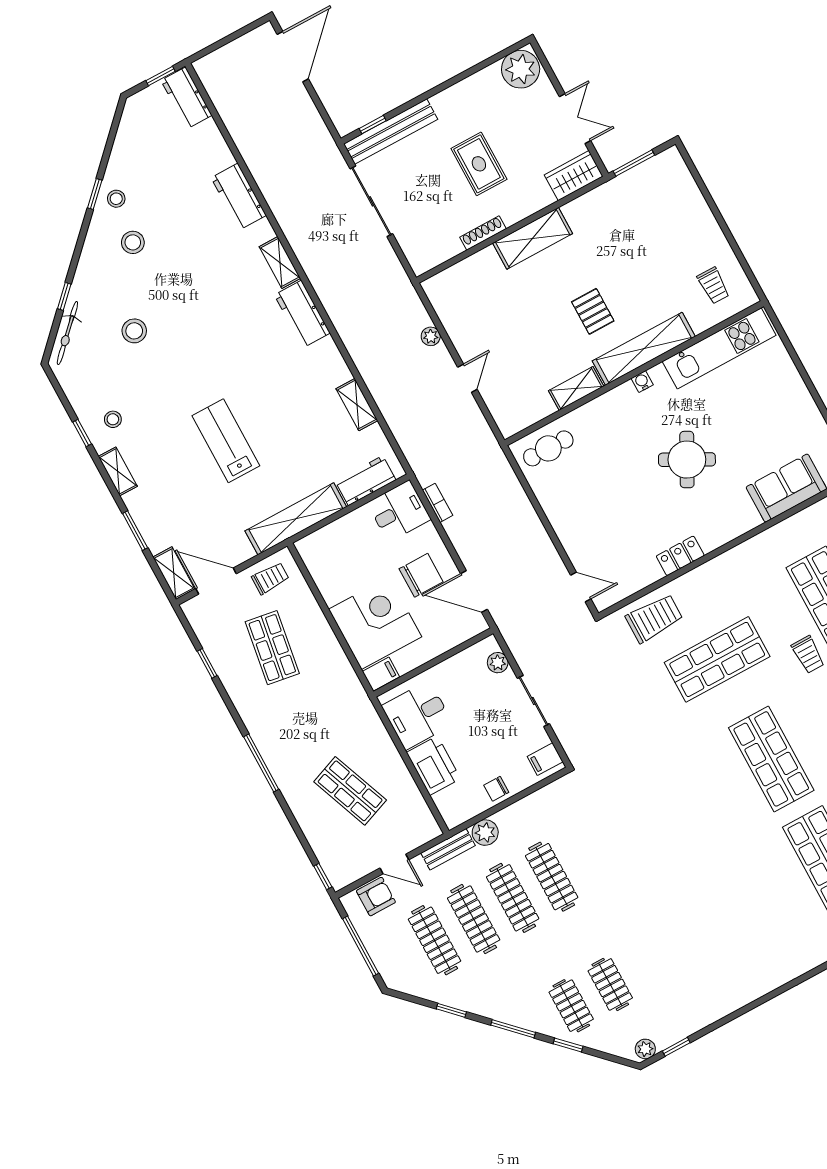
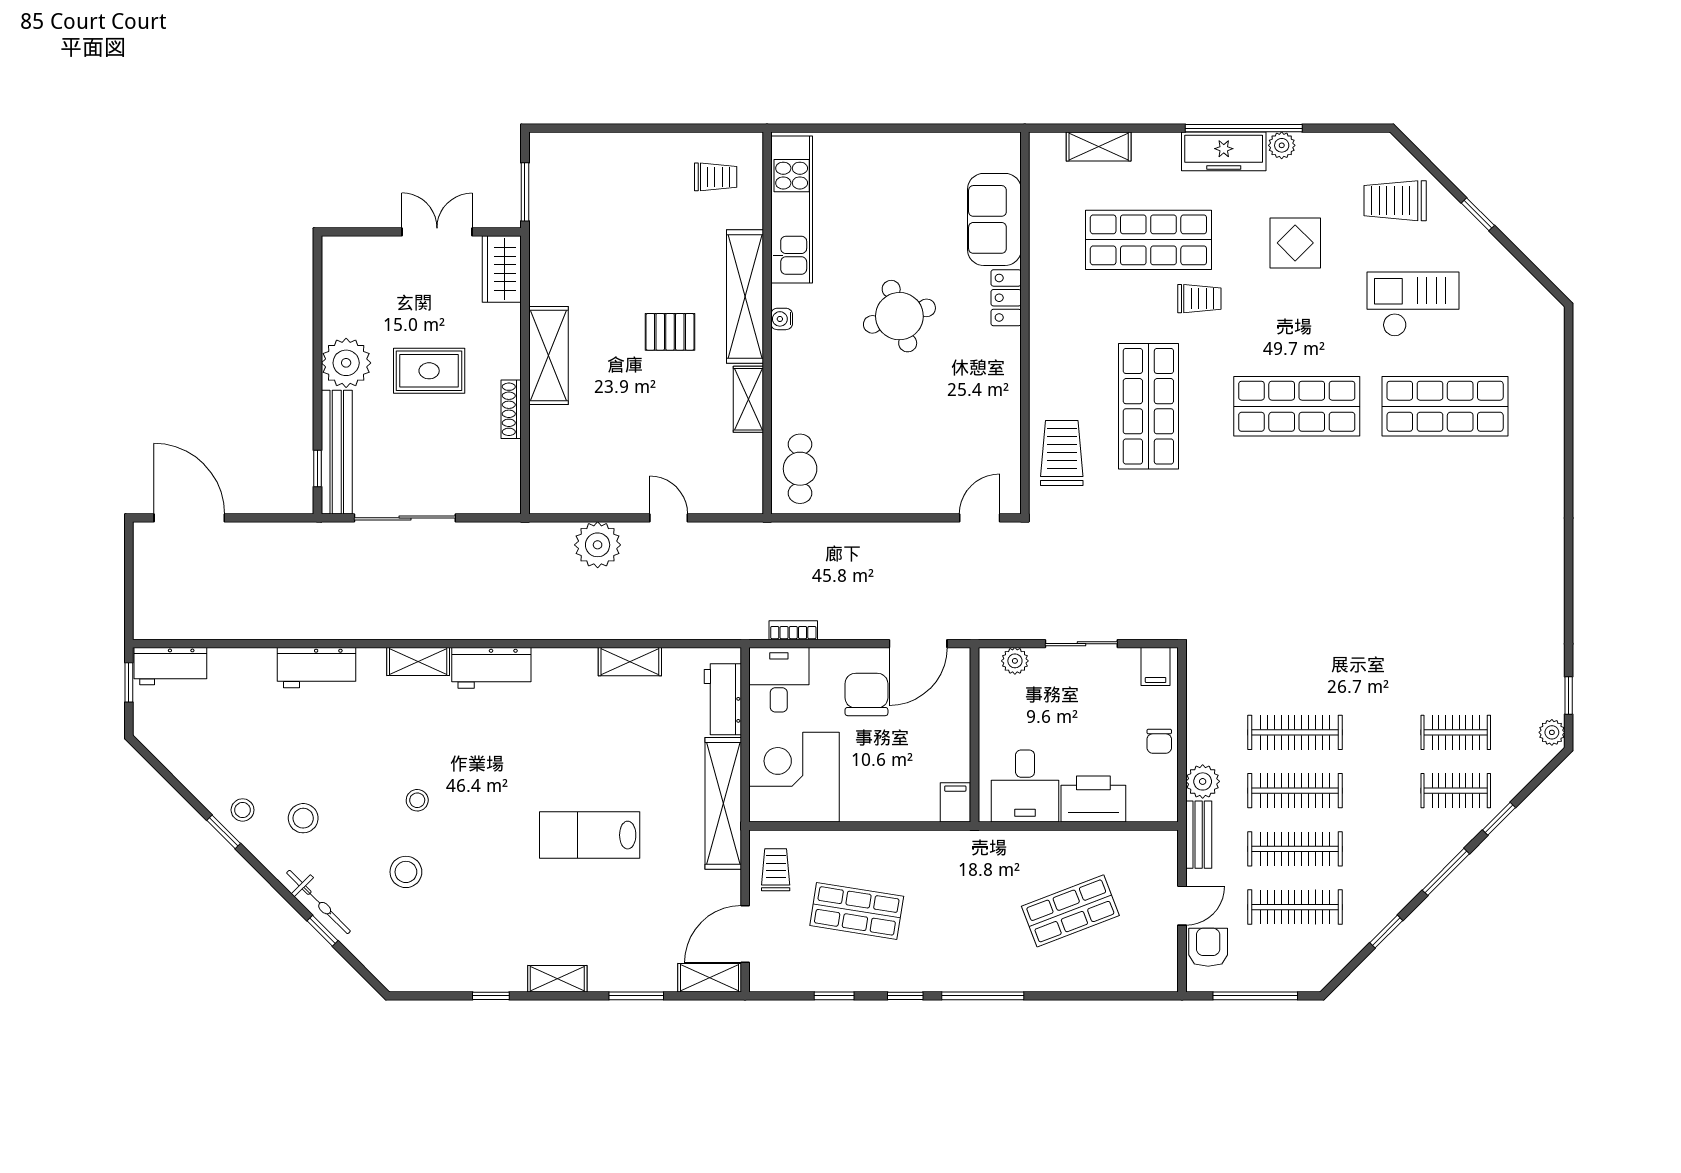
plant: (521, 69) -> (346, 363), moved
bicycle: (67, 333) -> (319, 902), moved
plant: (431, 336) -> (598, 545), width x1.87, depth x1.87
stool: (113, 419) -> (417, 800), moved
round table: (687, 460) -> (899, 316), turned 45
locker: (680, 556) -> (1006, 298), moved
corner desk: (375, 623) -> (794, 777), moved
window: (323, 877) -> (905, 996), moved

